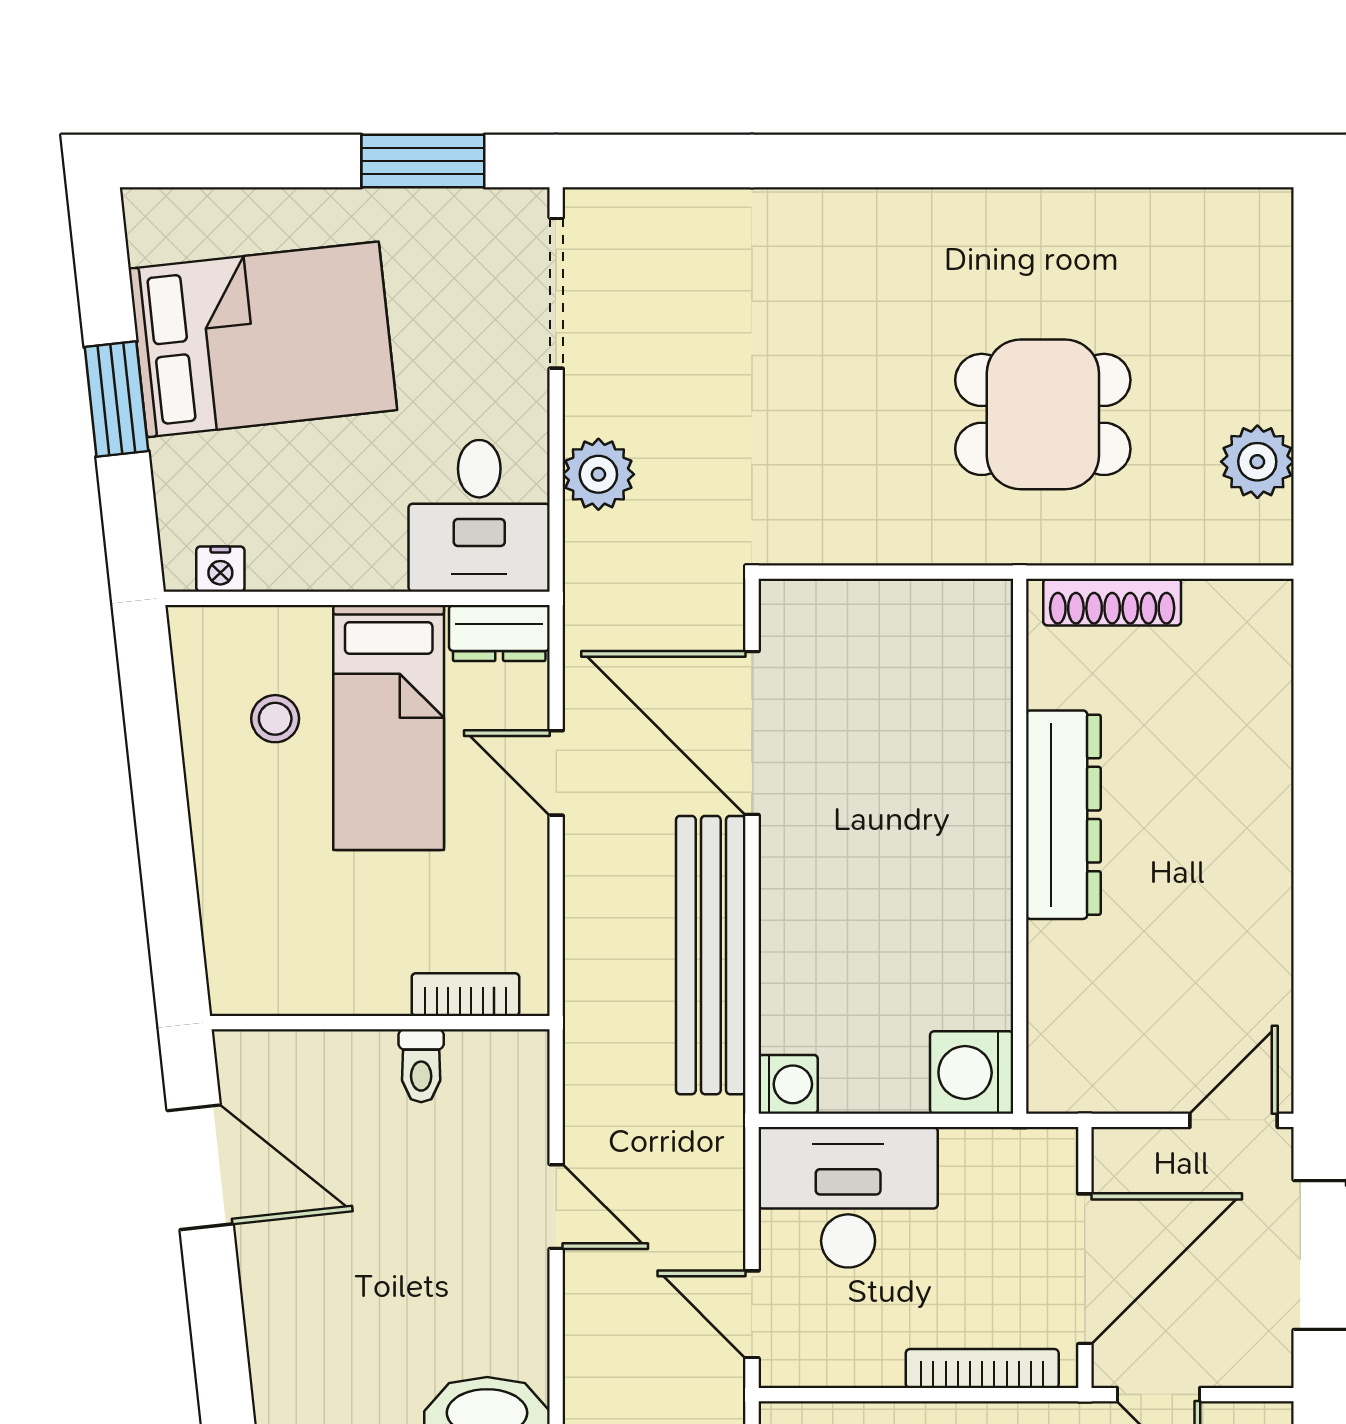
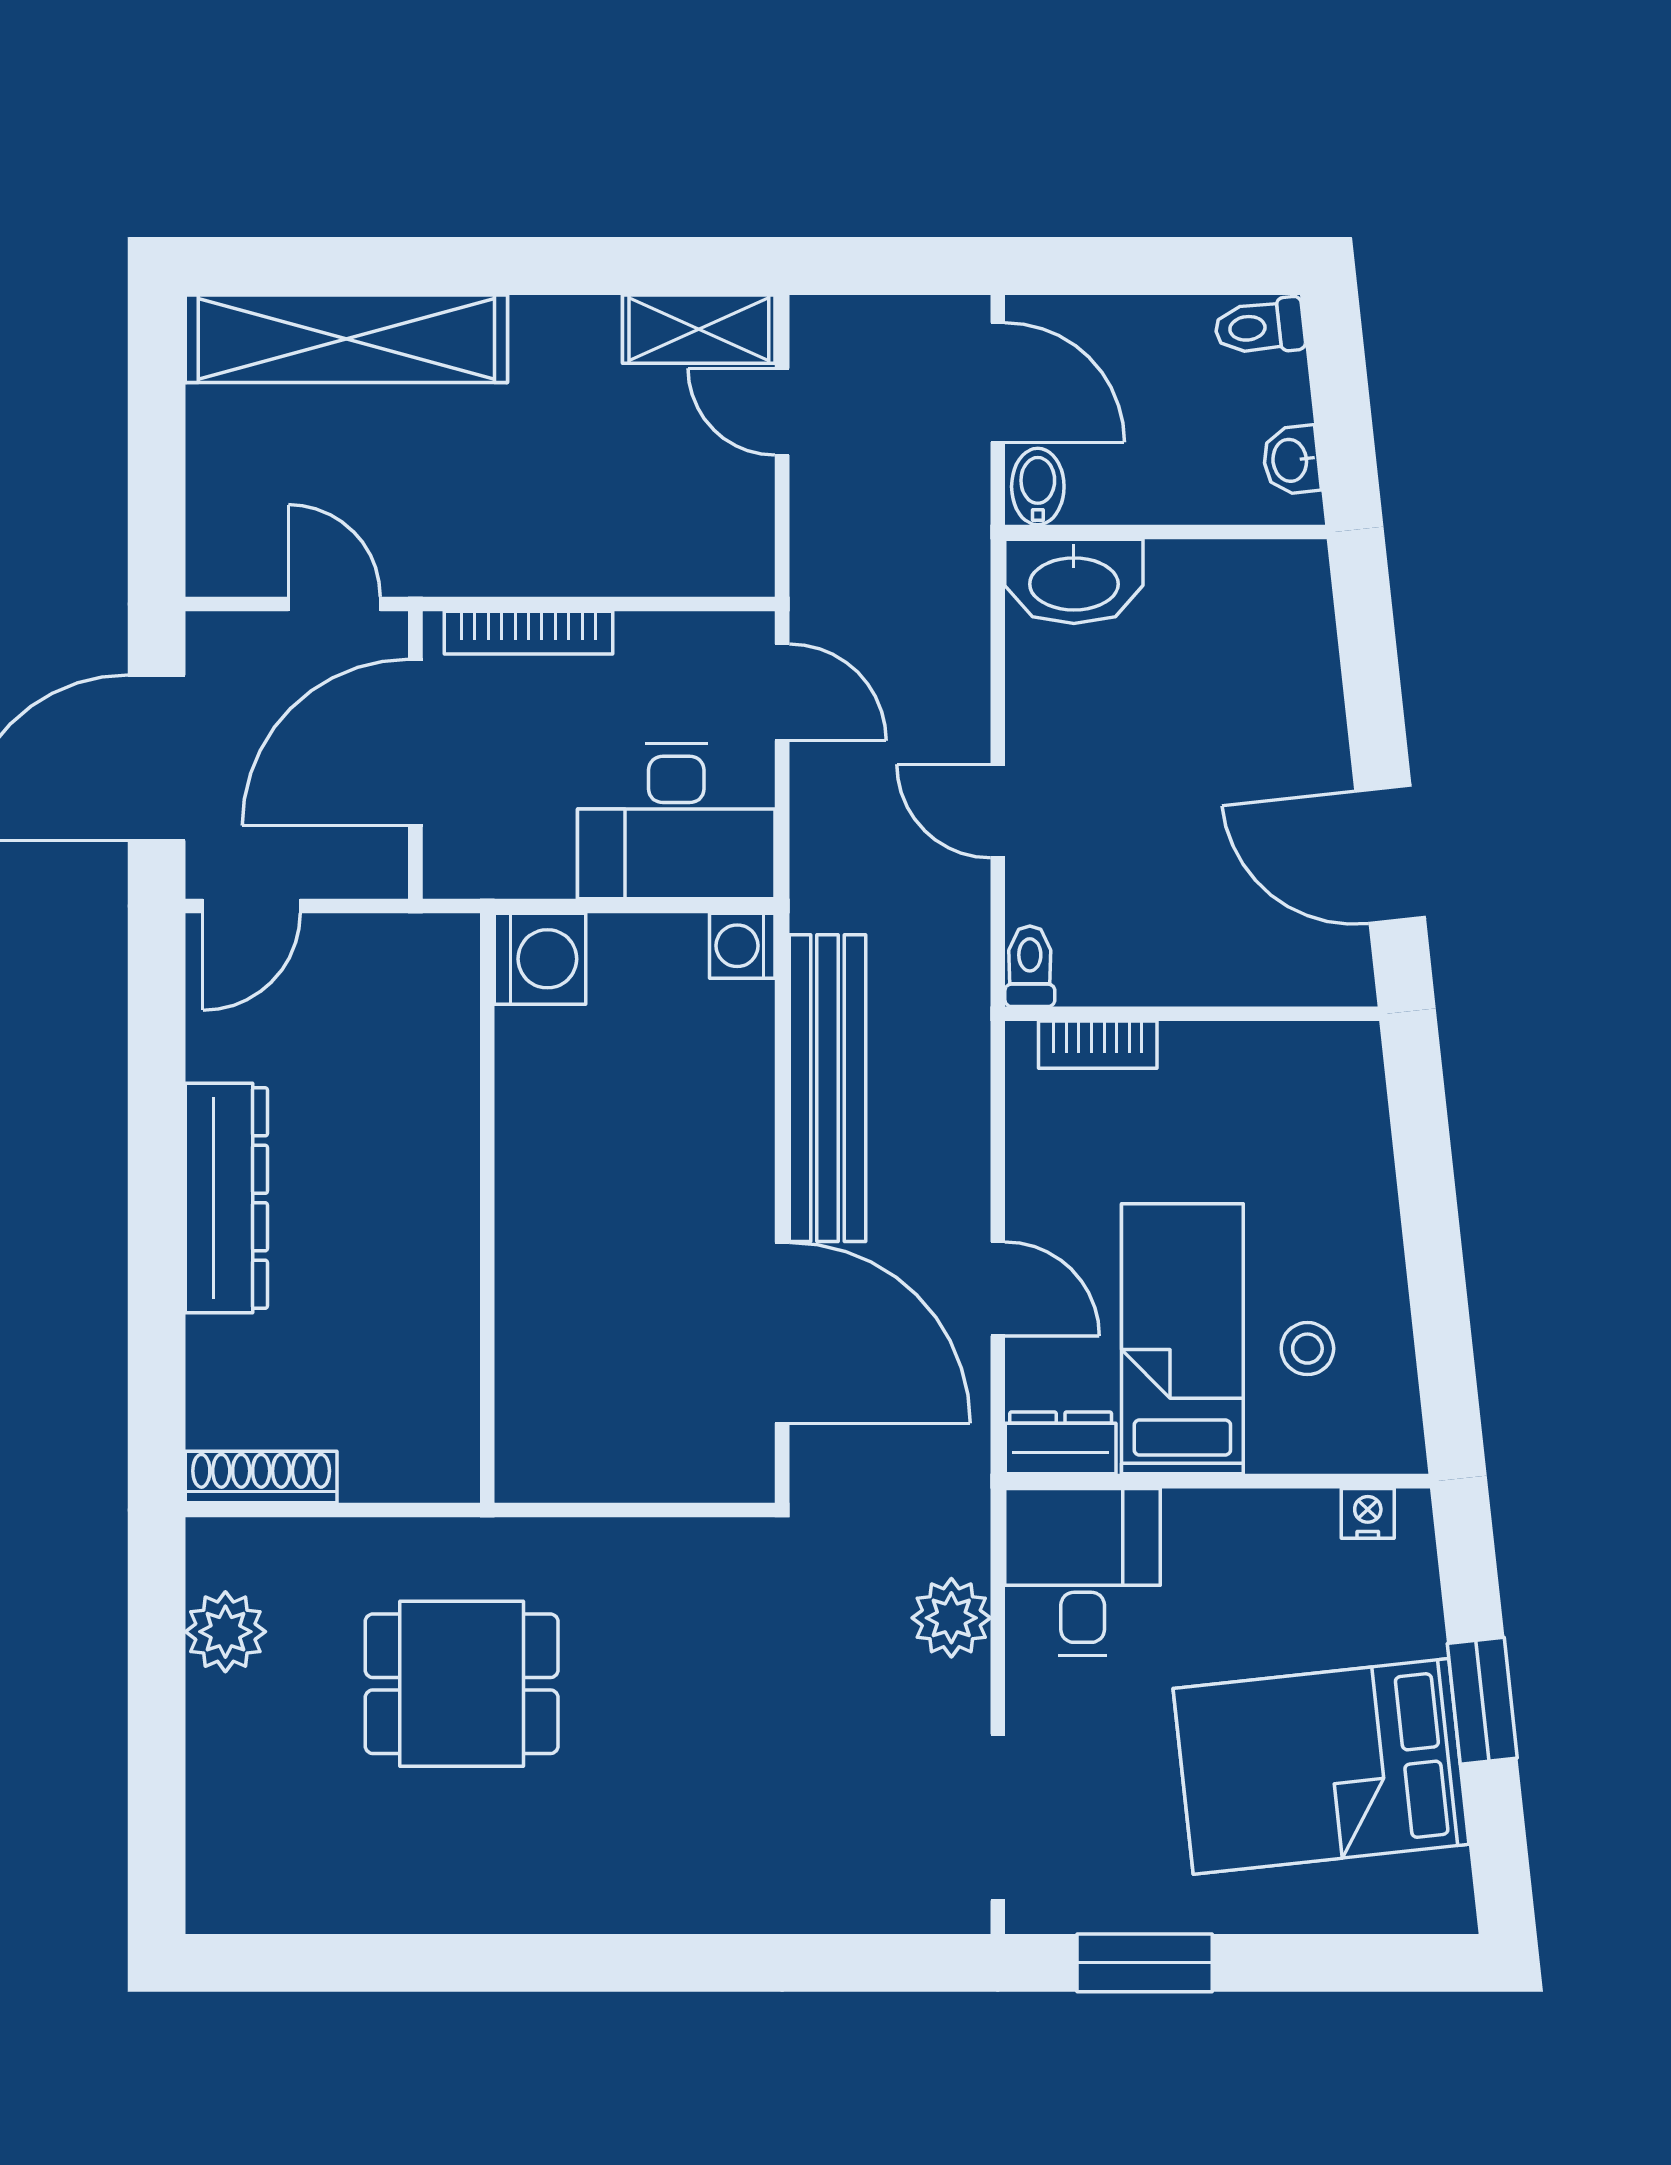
shoe rack: (1112, 602) -> (261, 1477), moved
dresser: (1063, 815) -> (226, 1198), moved, turned 180
toilet: (421, 1066) -> (1030, 966), moved

